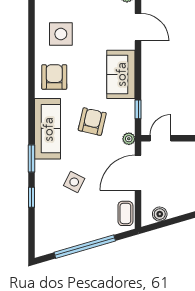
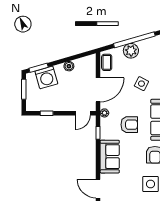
armchair: (92, 122) -> (129, 125), turned -103
boiler: (160, 214) -> (69, 66), moved
plant: (90, 231) -> (131, 51), added

